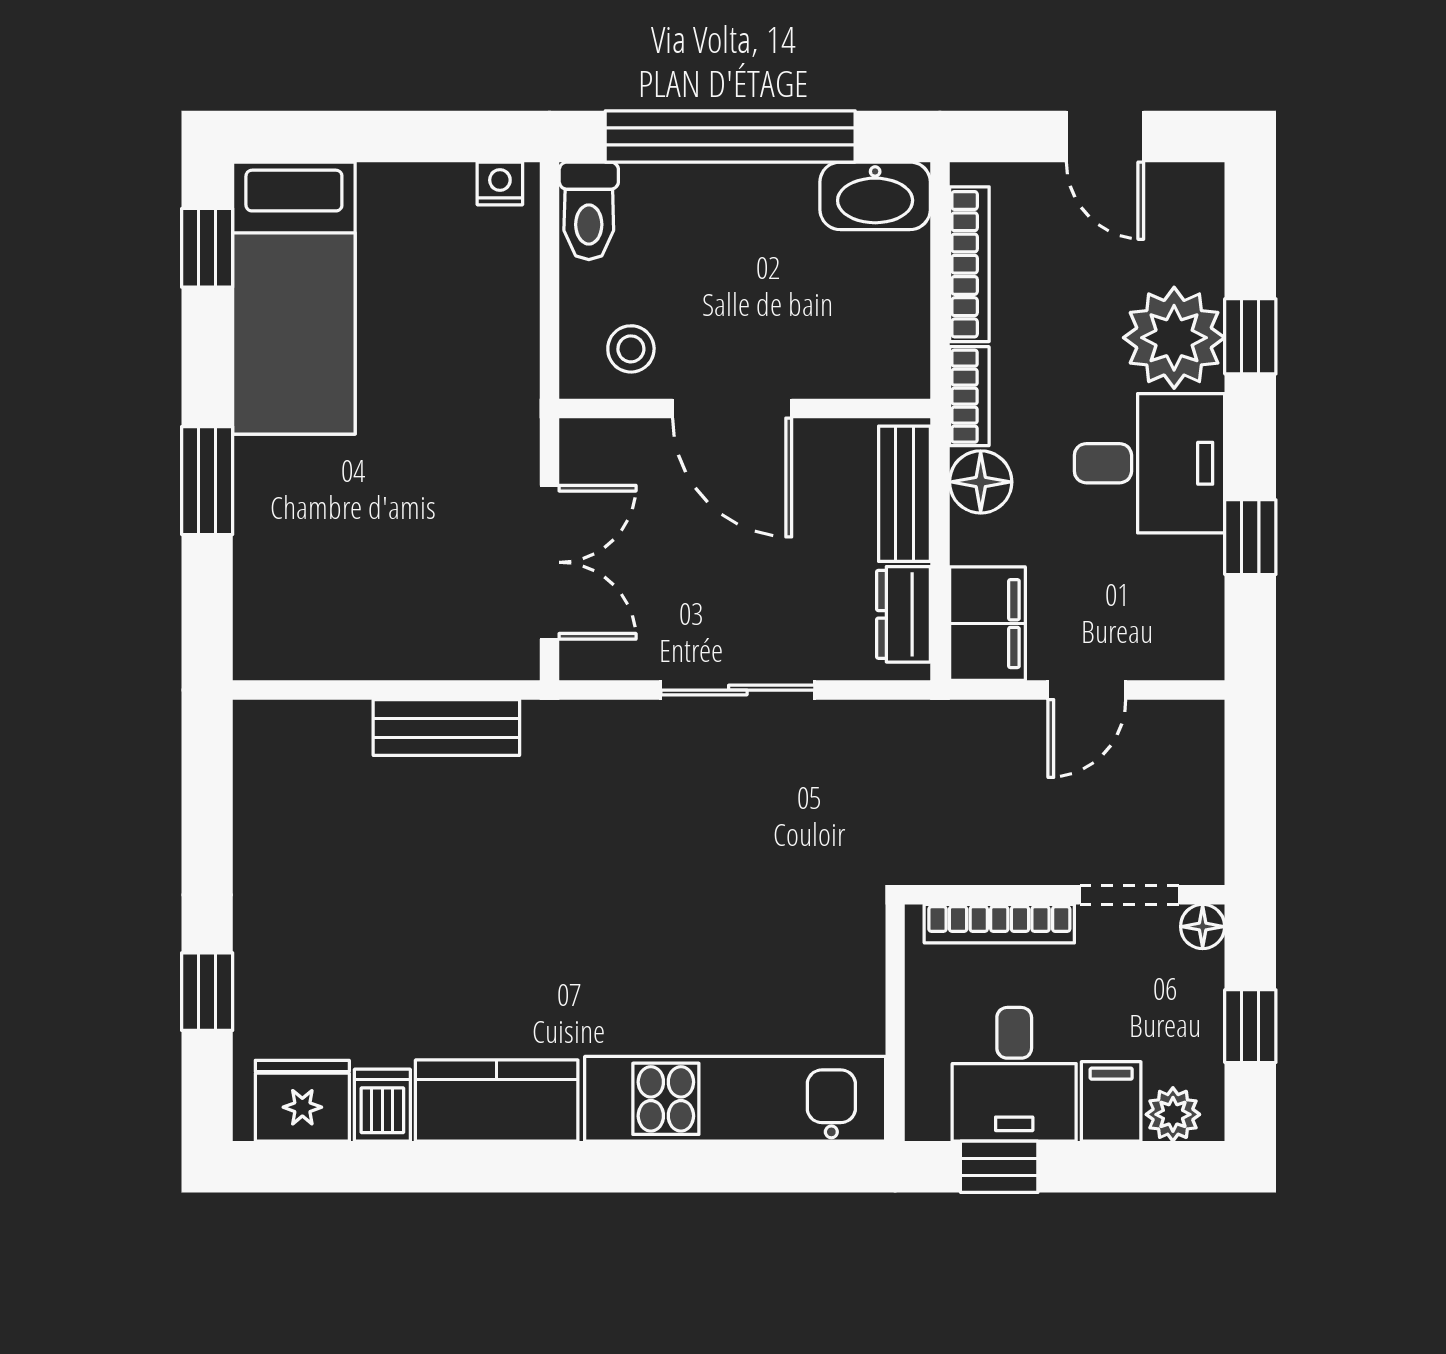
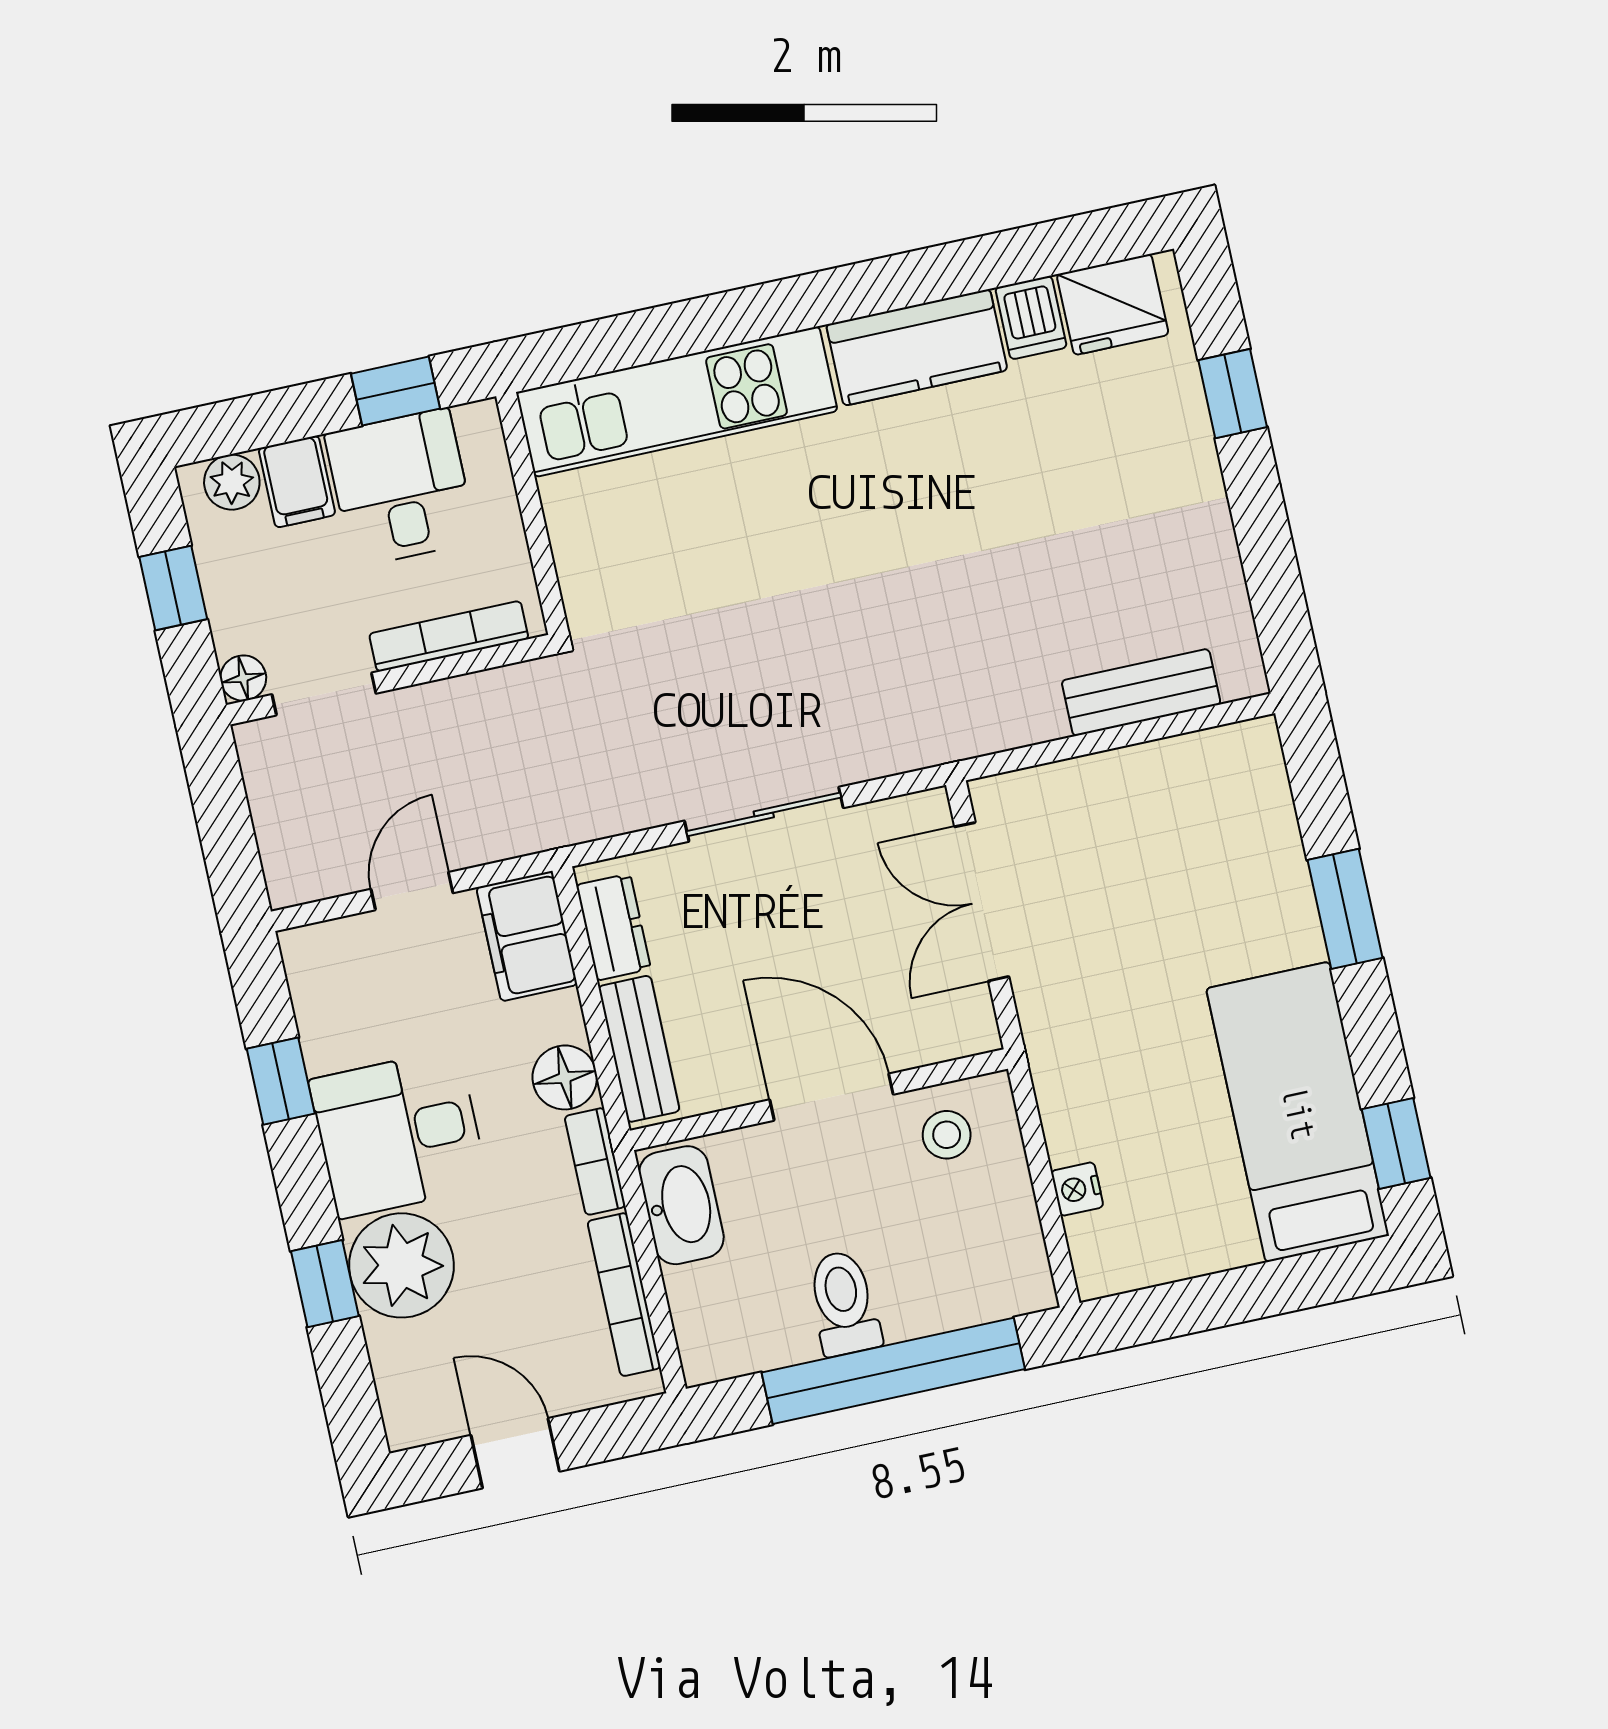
nightstand: (500, 183) -> (1077, 1189), moved, turned 90
washbasin: (875, 196) -> (681, 1205), moved, turned 90
toilet: (589, 211) -> (844, 1303), moved
bench: (446, 728) -> (1141, 692), moved

